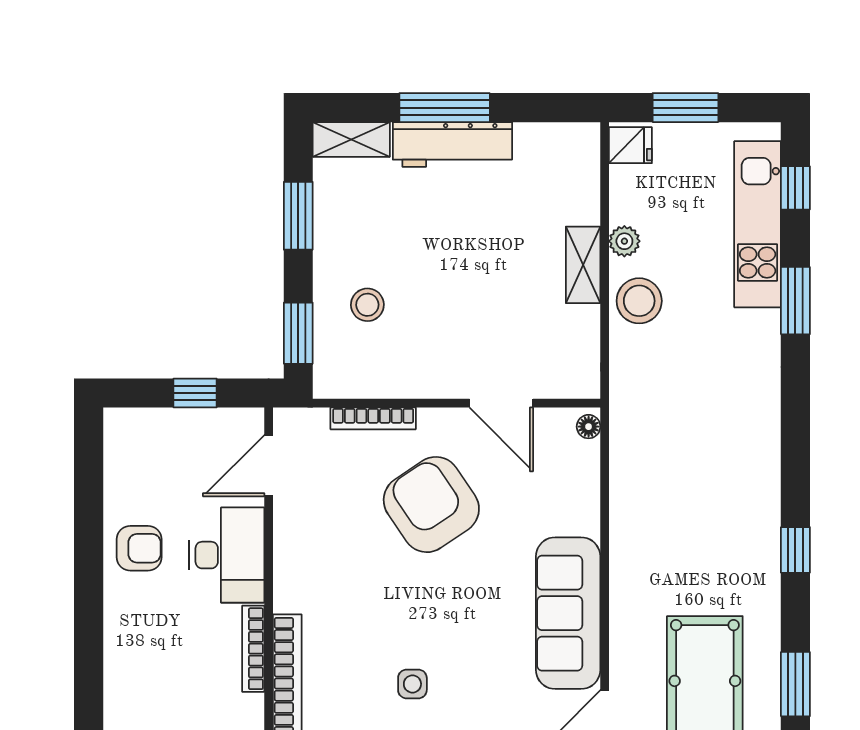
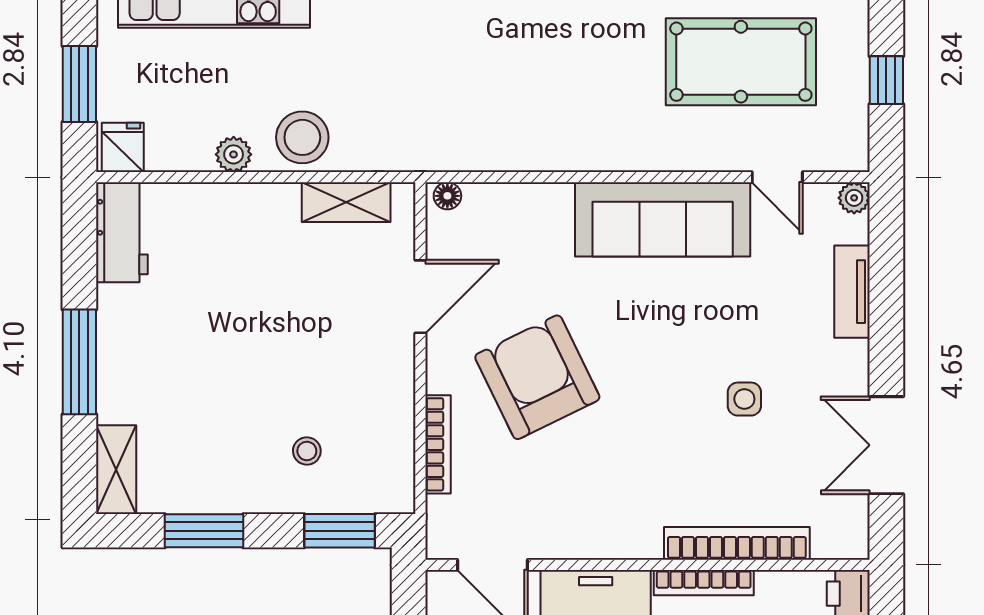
workbench: (452, 144) -> (122, 232), moved, width x0.73
shelving: (583, 265) -> (346, 202), moved
stool: (367, 305) -> (307, 451), width x0.73, depth x0.73
armchair: (431, 505) -> (537, 377), turned 98

